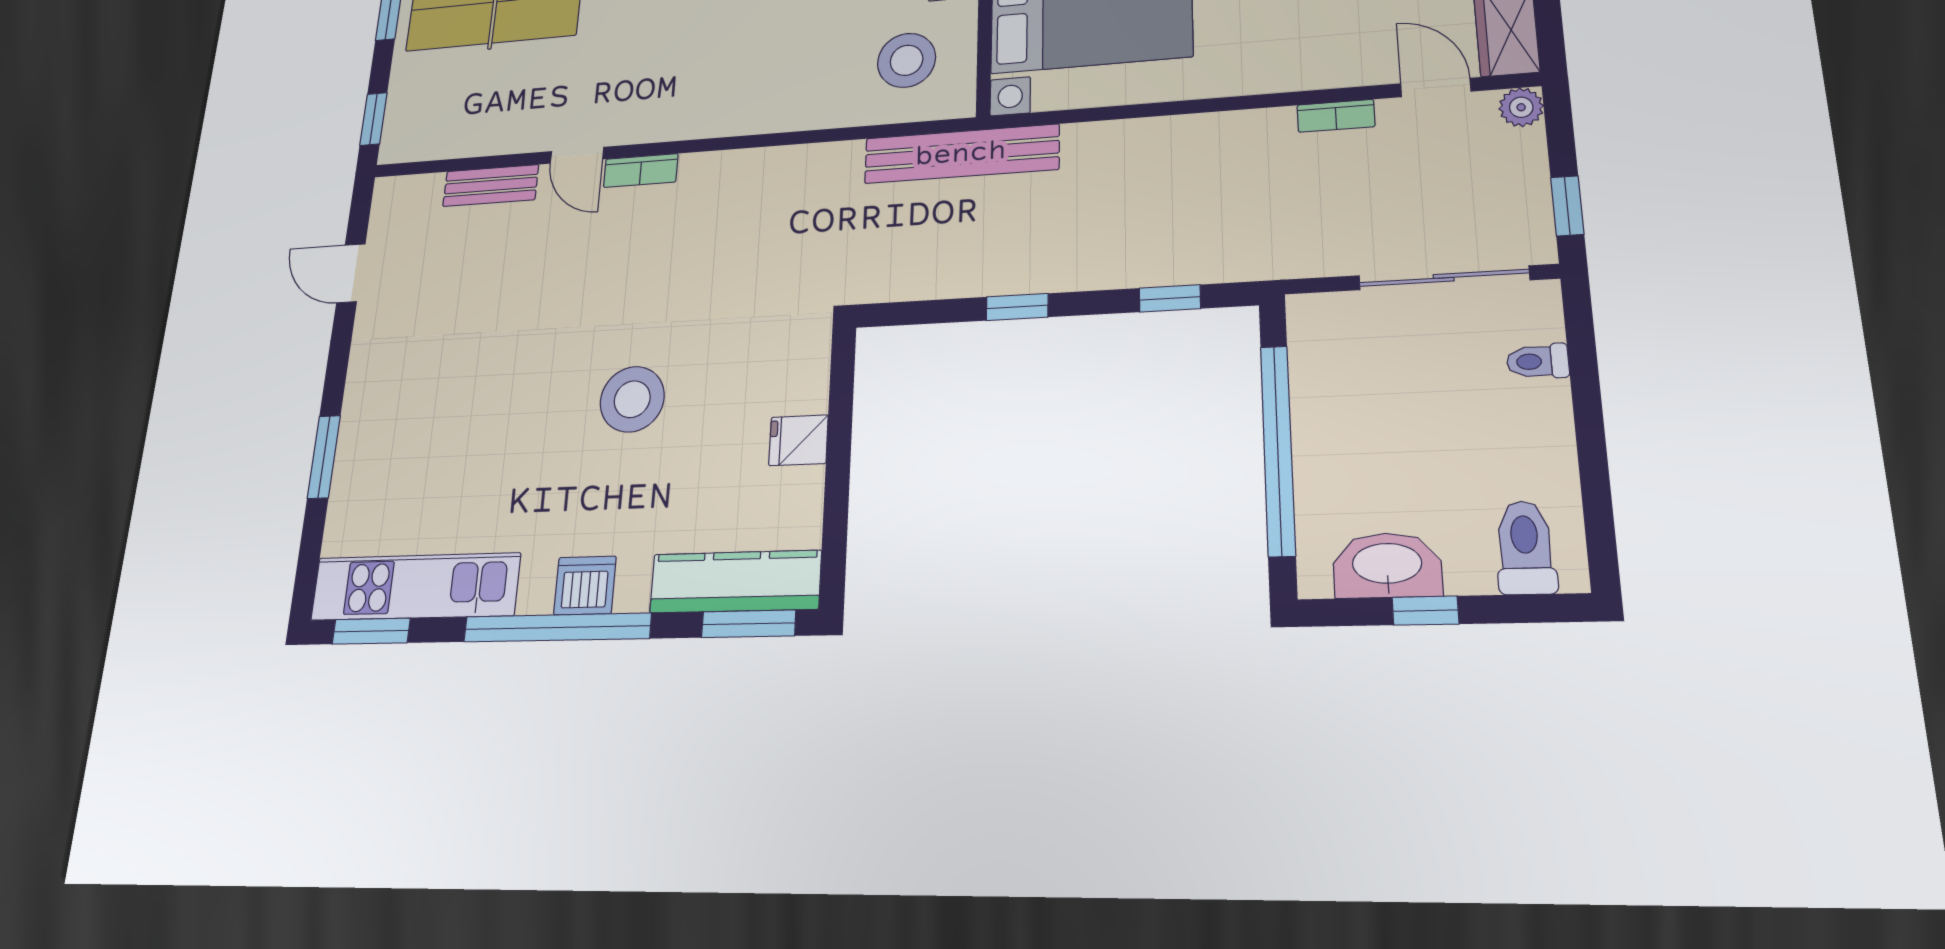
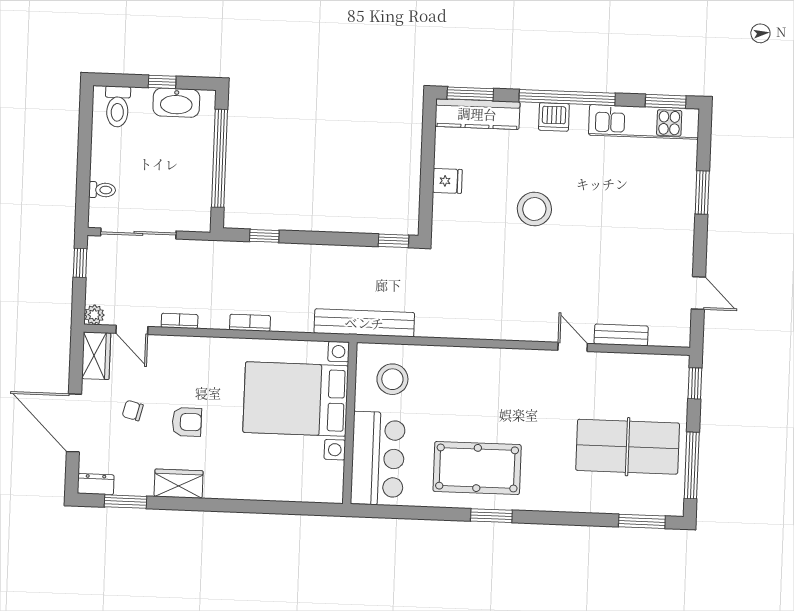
bookcase: (641, 170) -> (250, 323), moved
window: (1017, 307) -> (393, 241), moved

